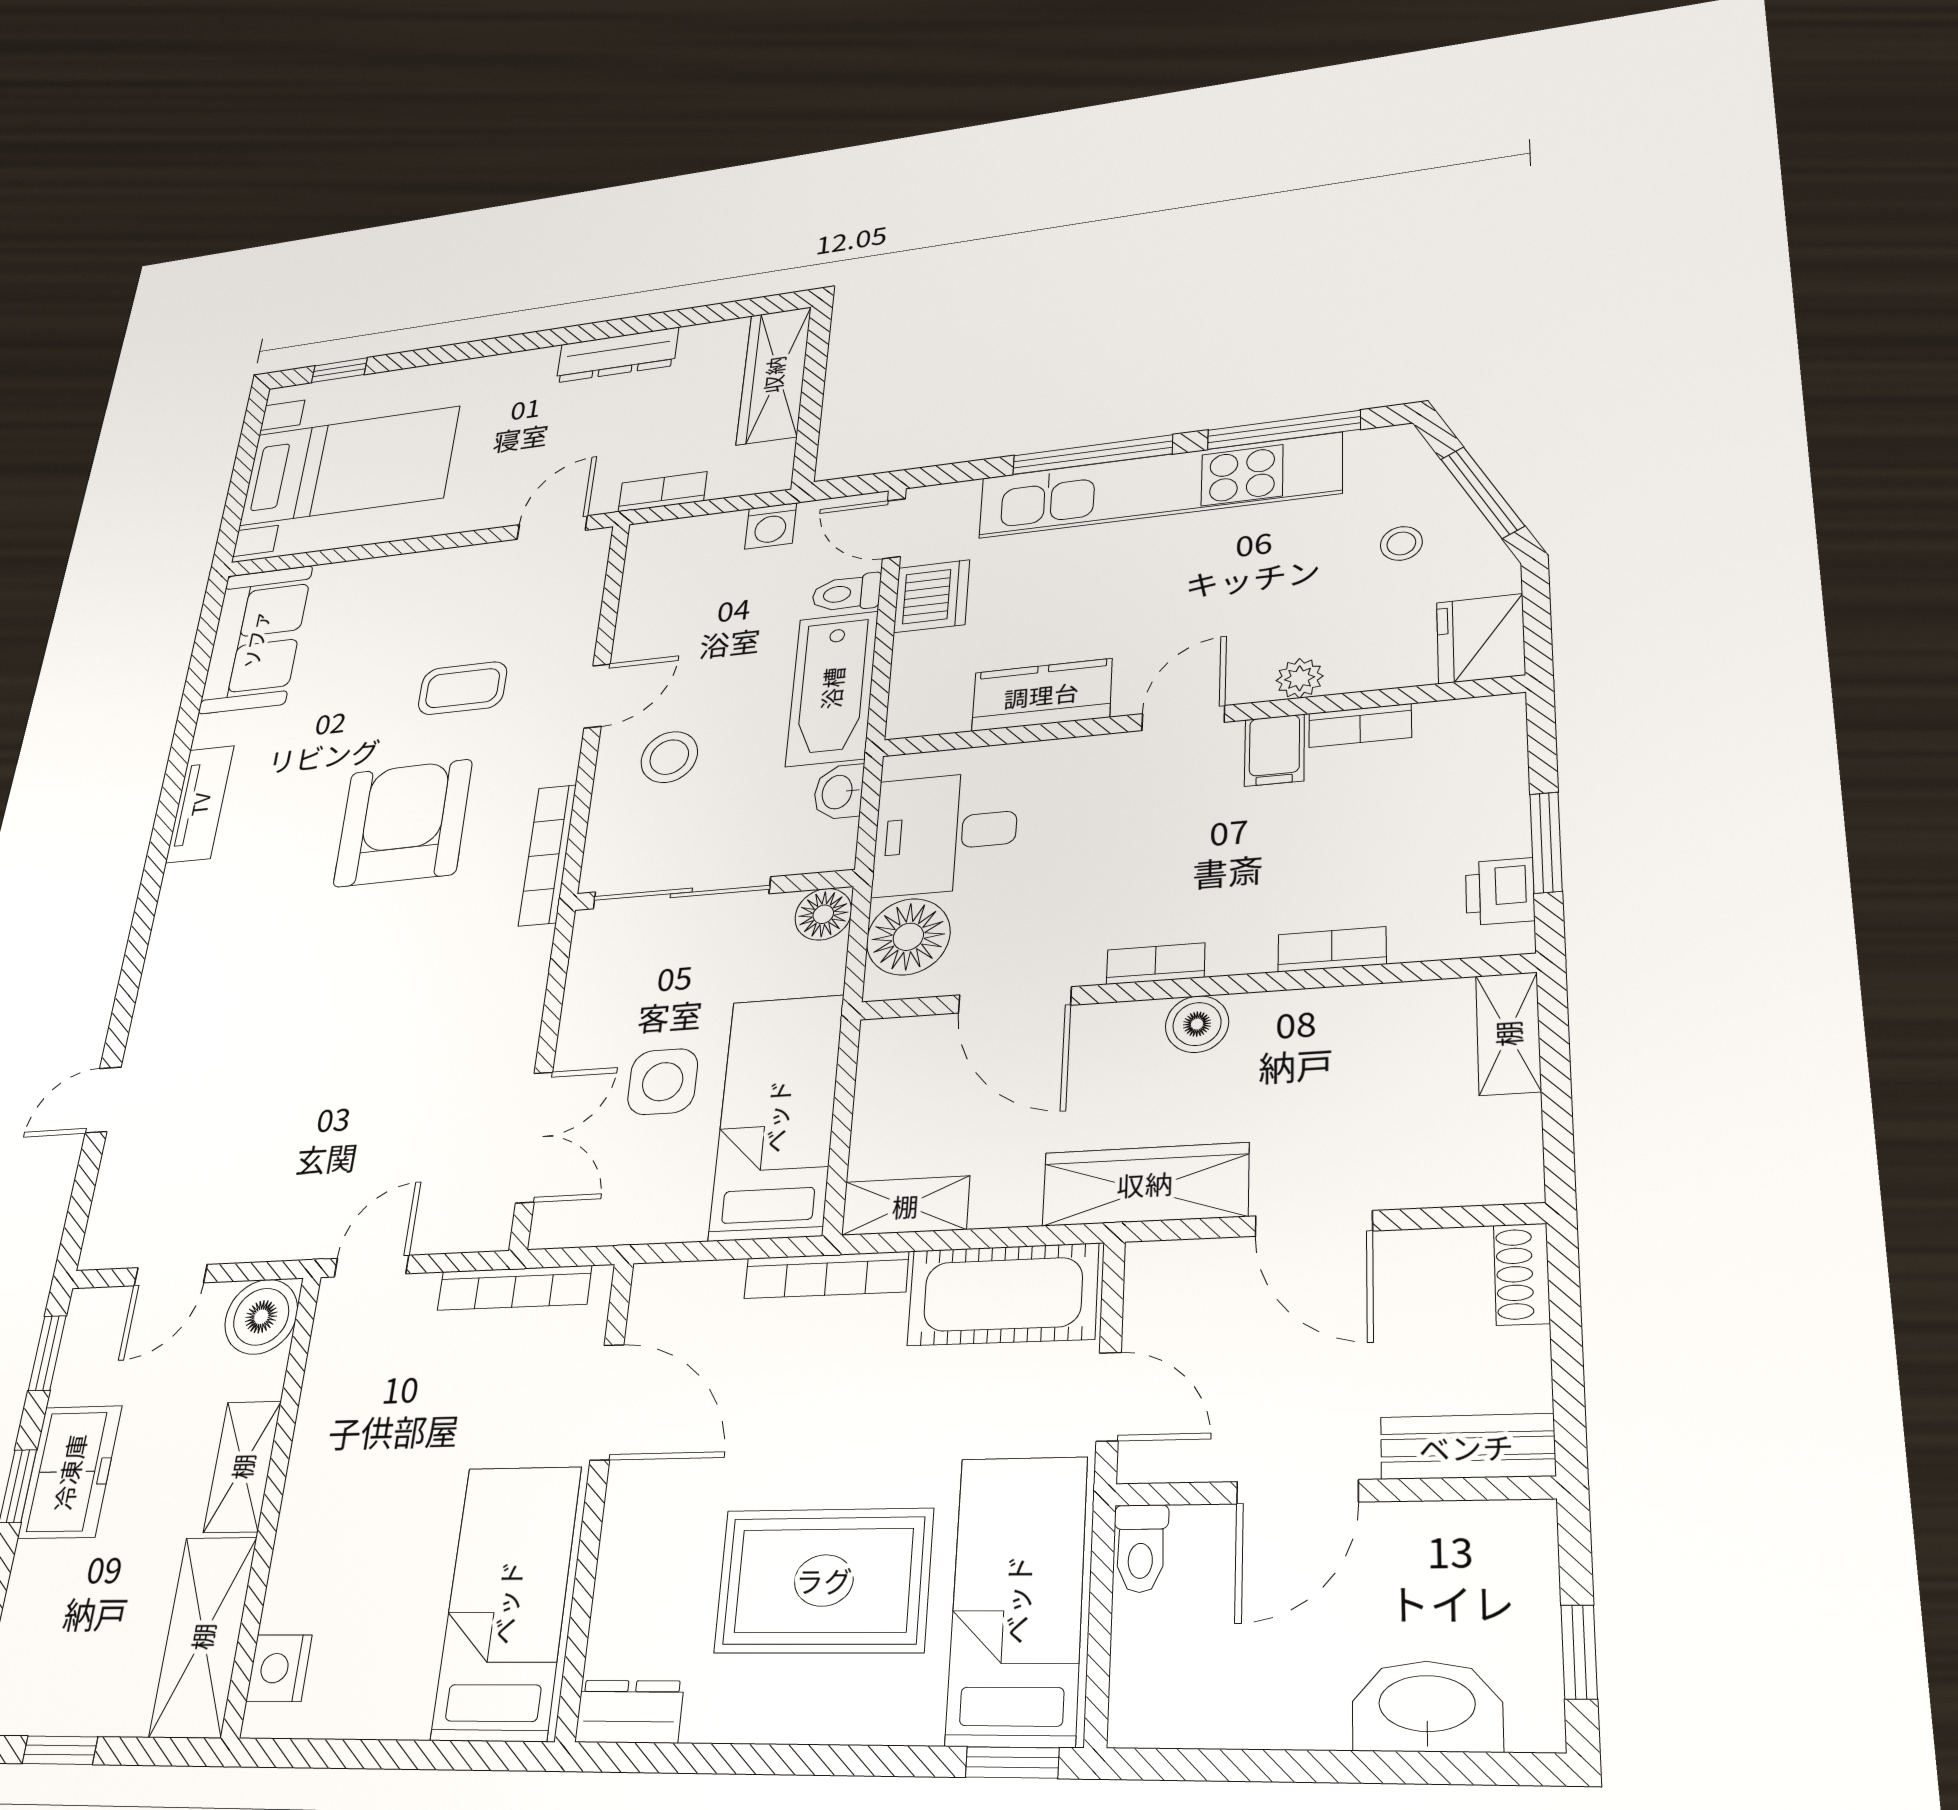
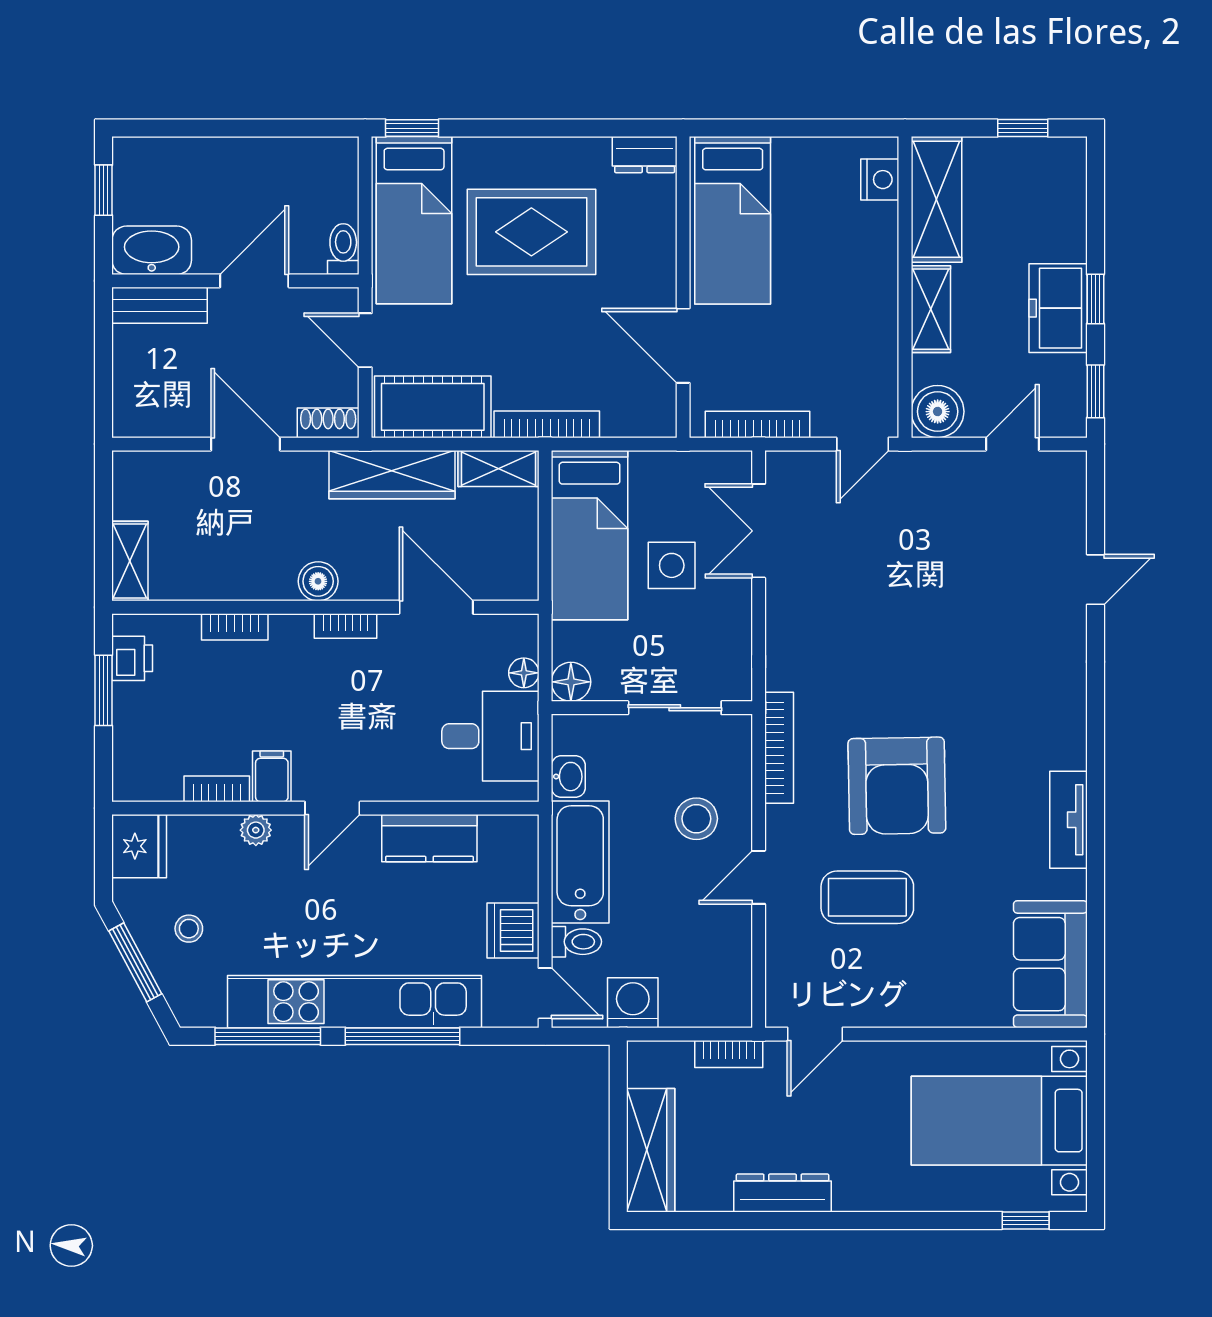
washing machine: (771, 526) -> (633, 1003), width x1.38, depth x1.38
coffee table: (463, 688) -> (867, 897), width x1.36, depth x1.30
sliding door: (681, 893) -> (675, 708), width x0.73
floor lamp: (908, 937) -> (524, 673), width x0.53, depth x0.53
wardrobe: (1145, 1184) -> (392, 475), moved
shoe rack: (1522, 1274) -> (328, 423), moved, turned -90
washbasin: (1427, 1706) -> (152, 250), moved, turned 180

